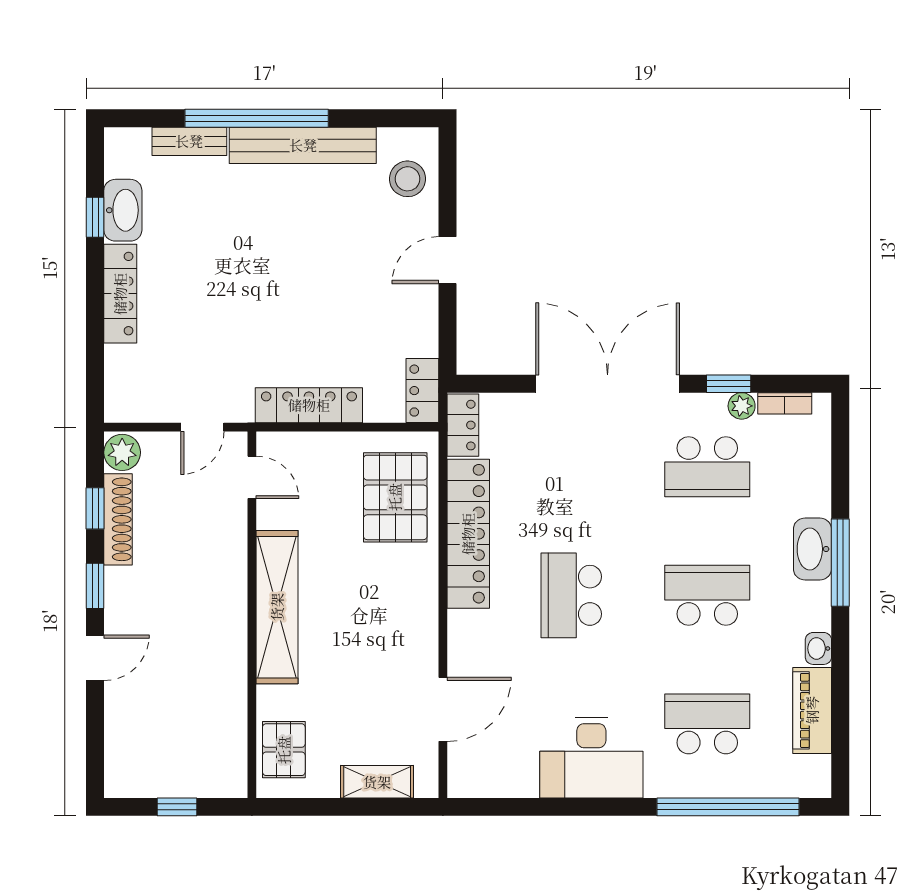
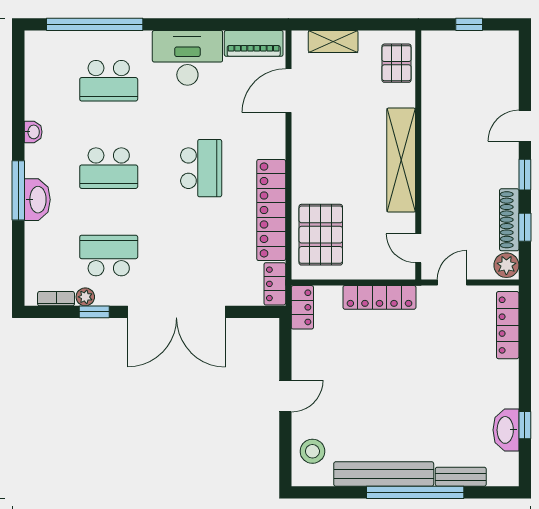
locker: (120, 294) -> (508, 325), moved
piano: (812, 710) -> (254, 43), moved, turned 90

